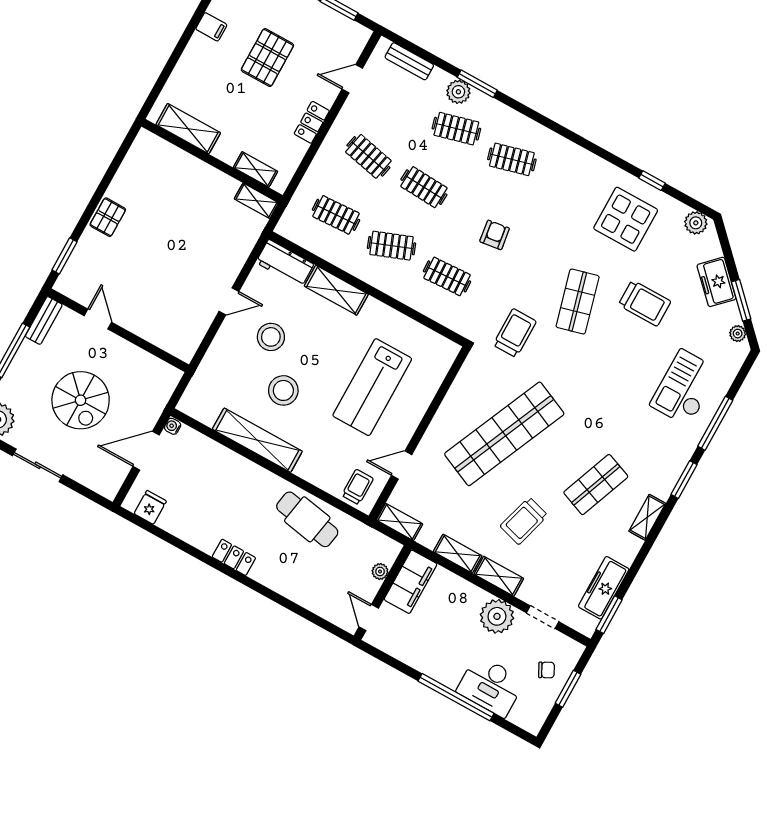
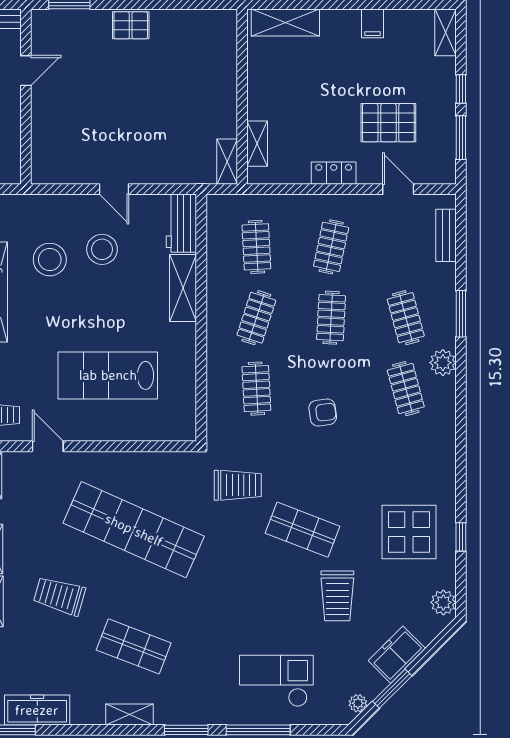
pallet: (267, 58) -> (388, 123), moved
plant: (458, 92) -> (443, 363), moved
shelving: (188, 129) -> (285, 22), moved, turned 90
clothes rail: (391, 246) -> (256, 318), turned 39
shop shelf: (578, 302) -> (303, 530), turned 36
stool: (283, 390) -> (50, 260), moved

